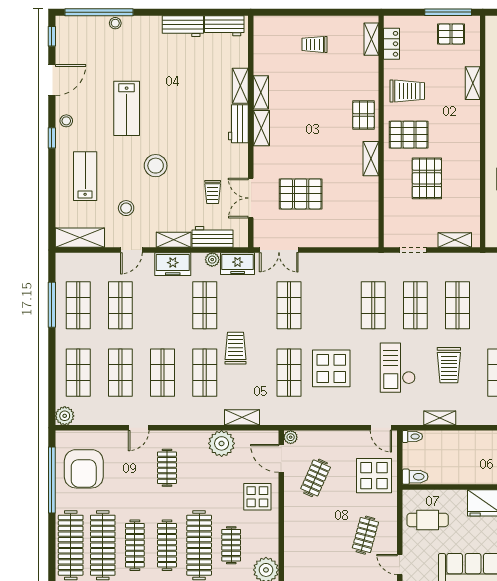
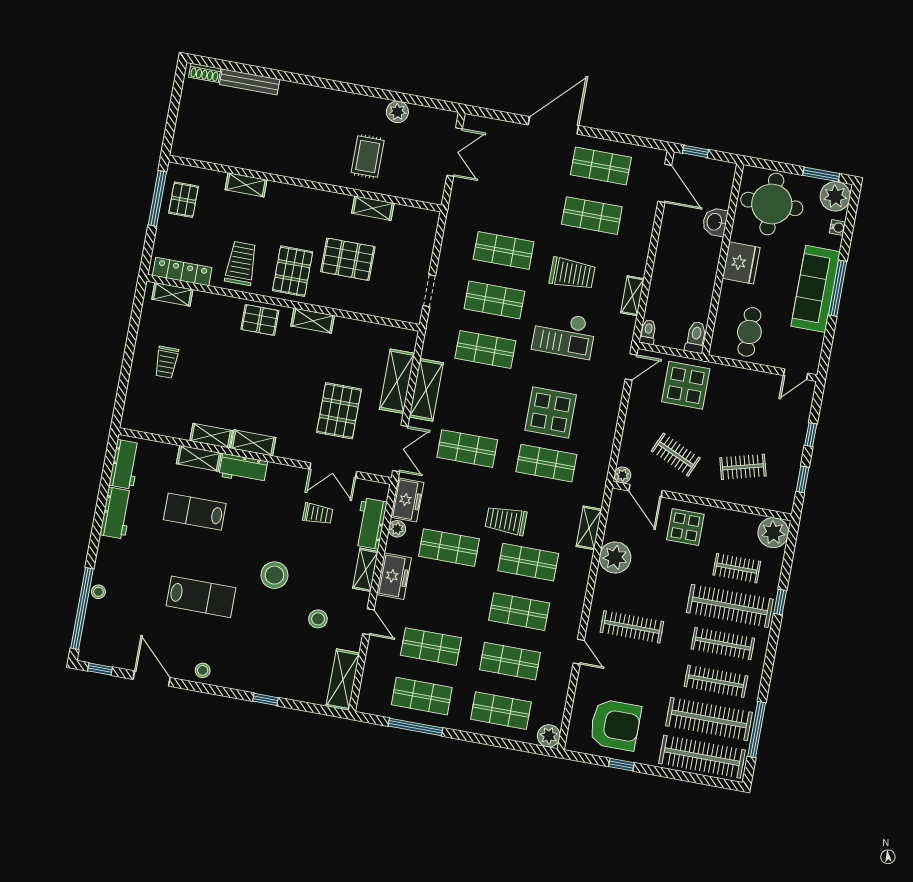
locker: (392, 44) -> (182, 272), width x1.53
window: (52, 138) -> (265, 699), moved
lab bench: (85, 176) -> (195, 512), moved
shelving: (334, 237) -> (397, 381), added
shelving: (455, 240) -> (373, 208), moved, turned 90
shelving: (331, 263) -> (426, 390), added
door: (281, 458) -> (645, 491), hinge flipped
clothes rail: (167, 468) -> (632, 627), width x1.36
window: (52, 480) -> (621, 765), width x0.32
clothes rail: (365, 535) -> (743, 467), moved, turned -30

